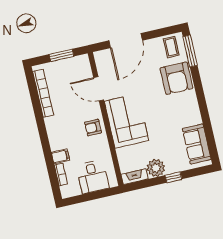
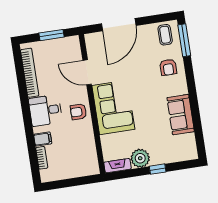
armchair: (176, 78) -> (168, 67), width x0.53, depth x0.53
sofa: (197, 144) -> (181, 115), moved
desk: (93, 177) -> (45, 110), moved, turned 90

